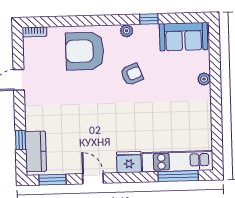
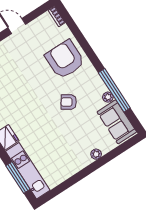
window: (149, 19) -> (114, 90), width x3.17
plant: (127, 31) -> (108, 97), moved
armchair: (132, 74) -> (69, 102), turned 146

